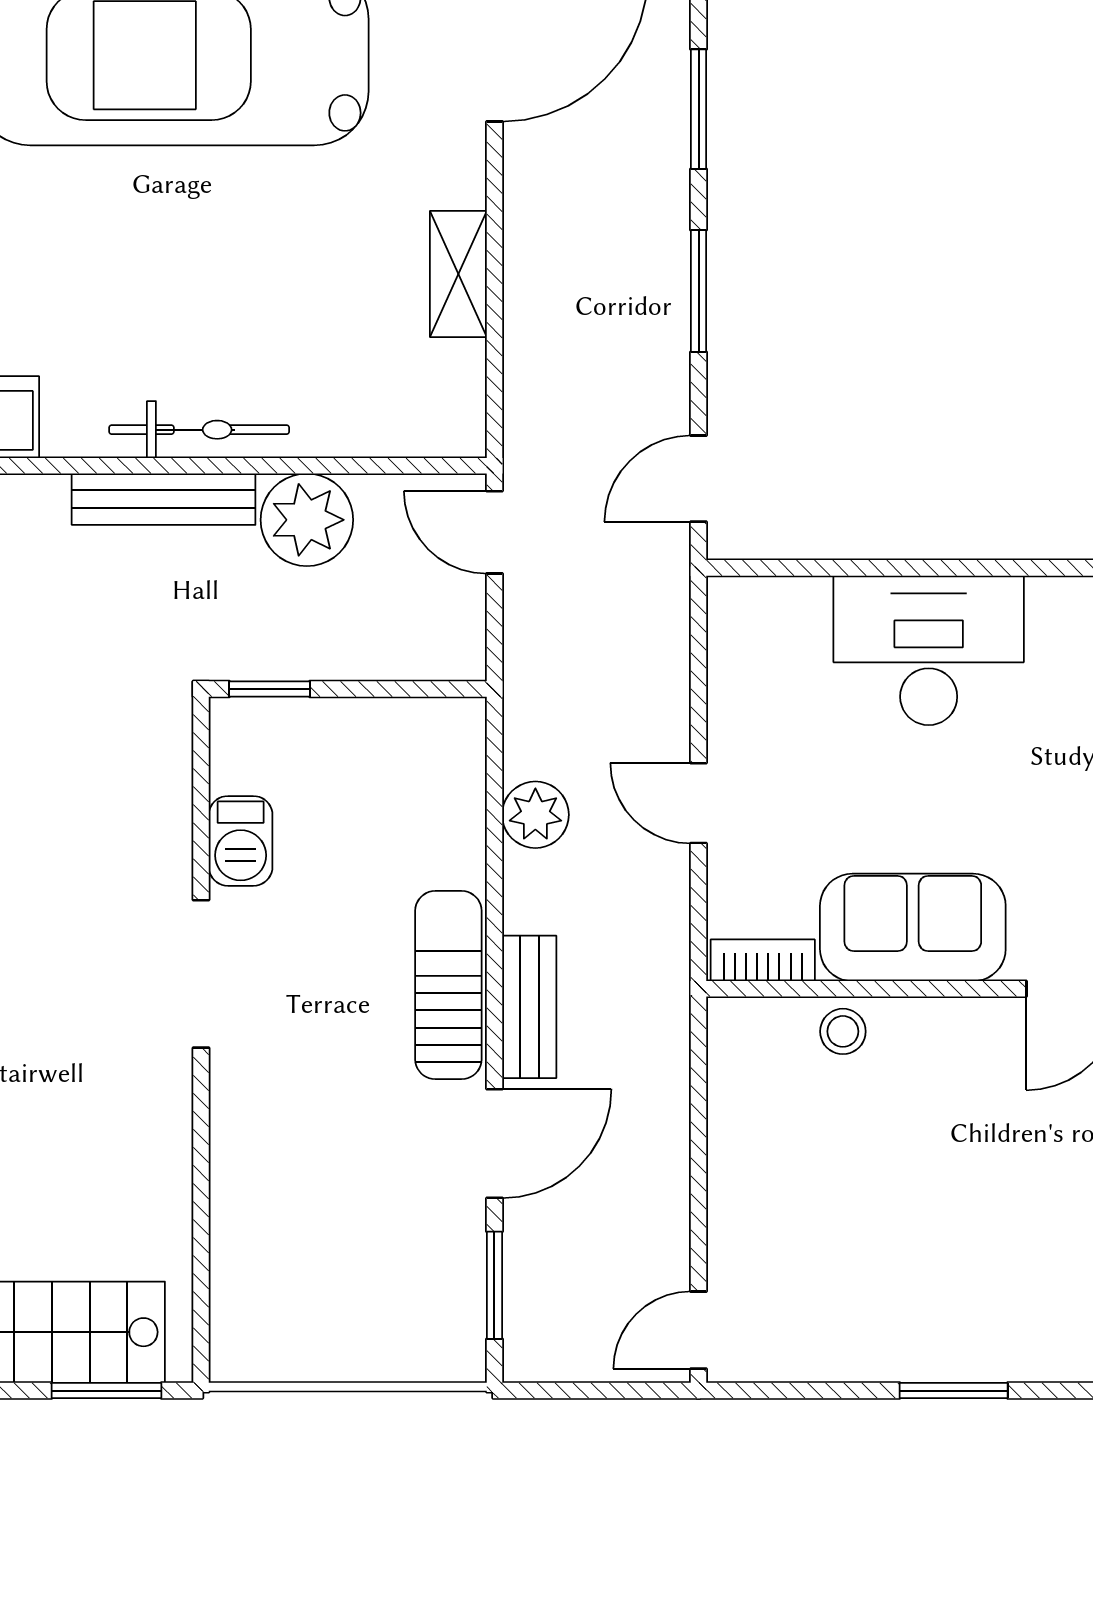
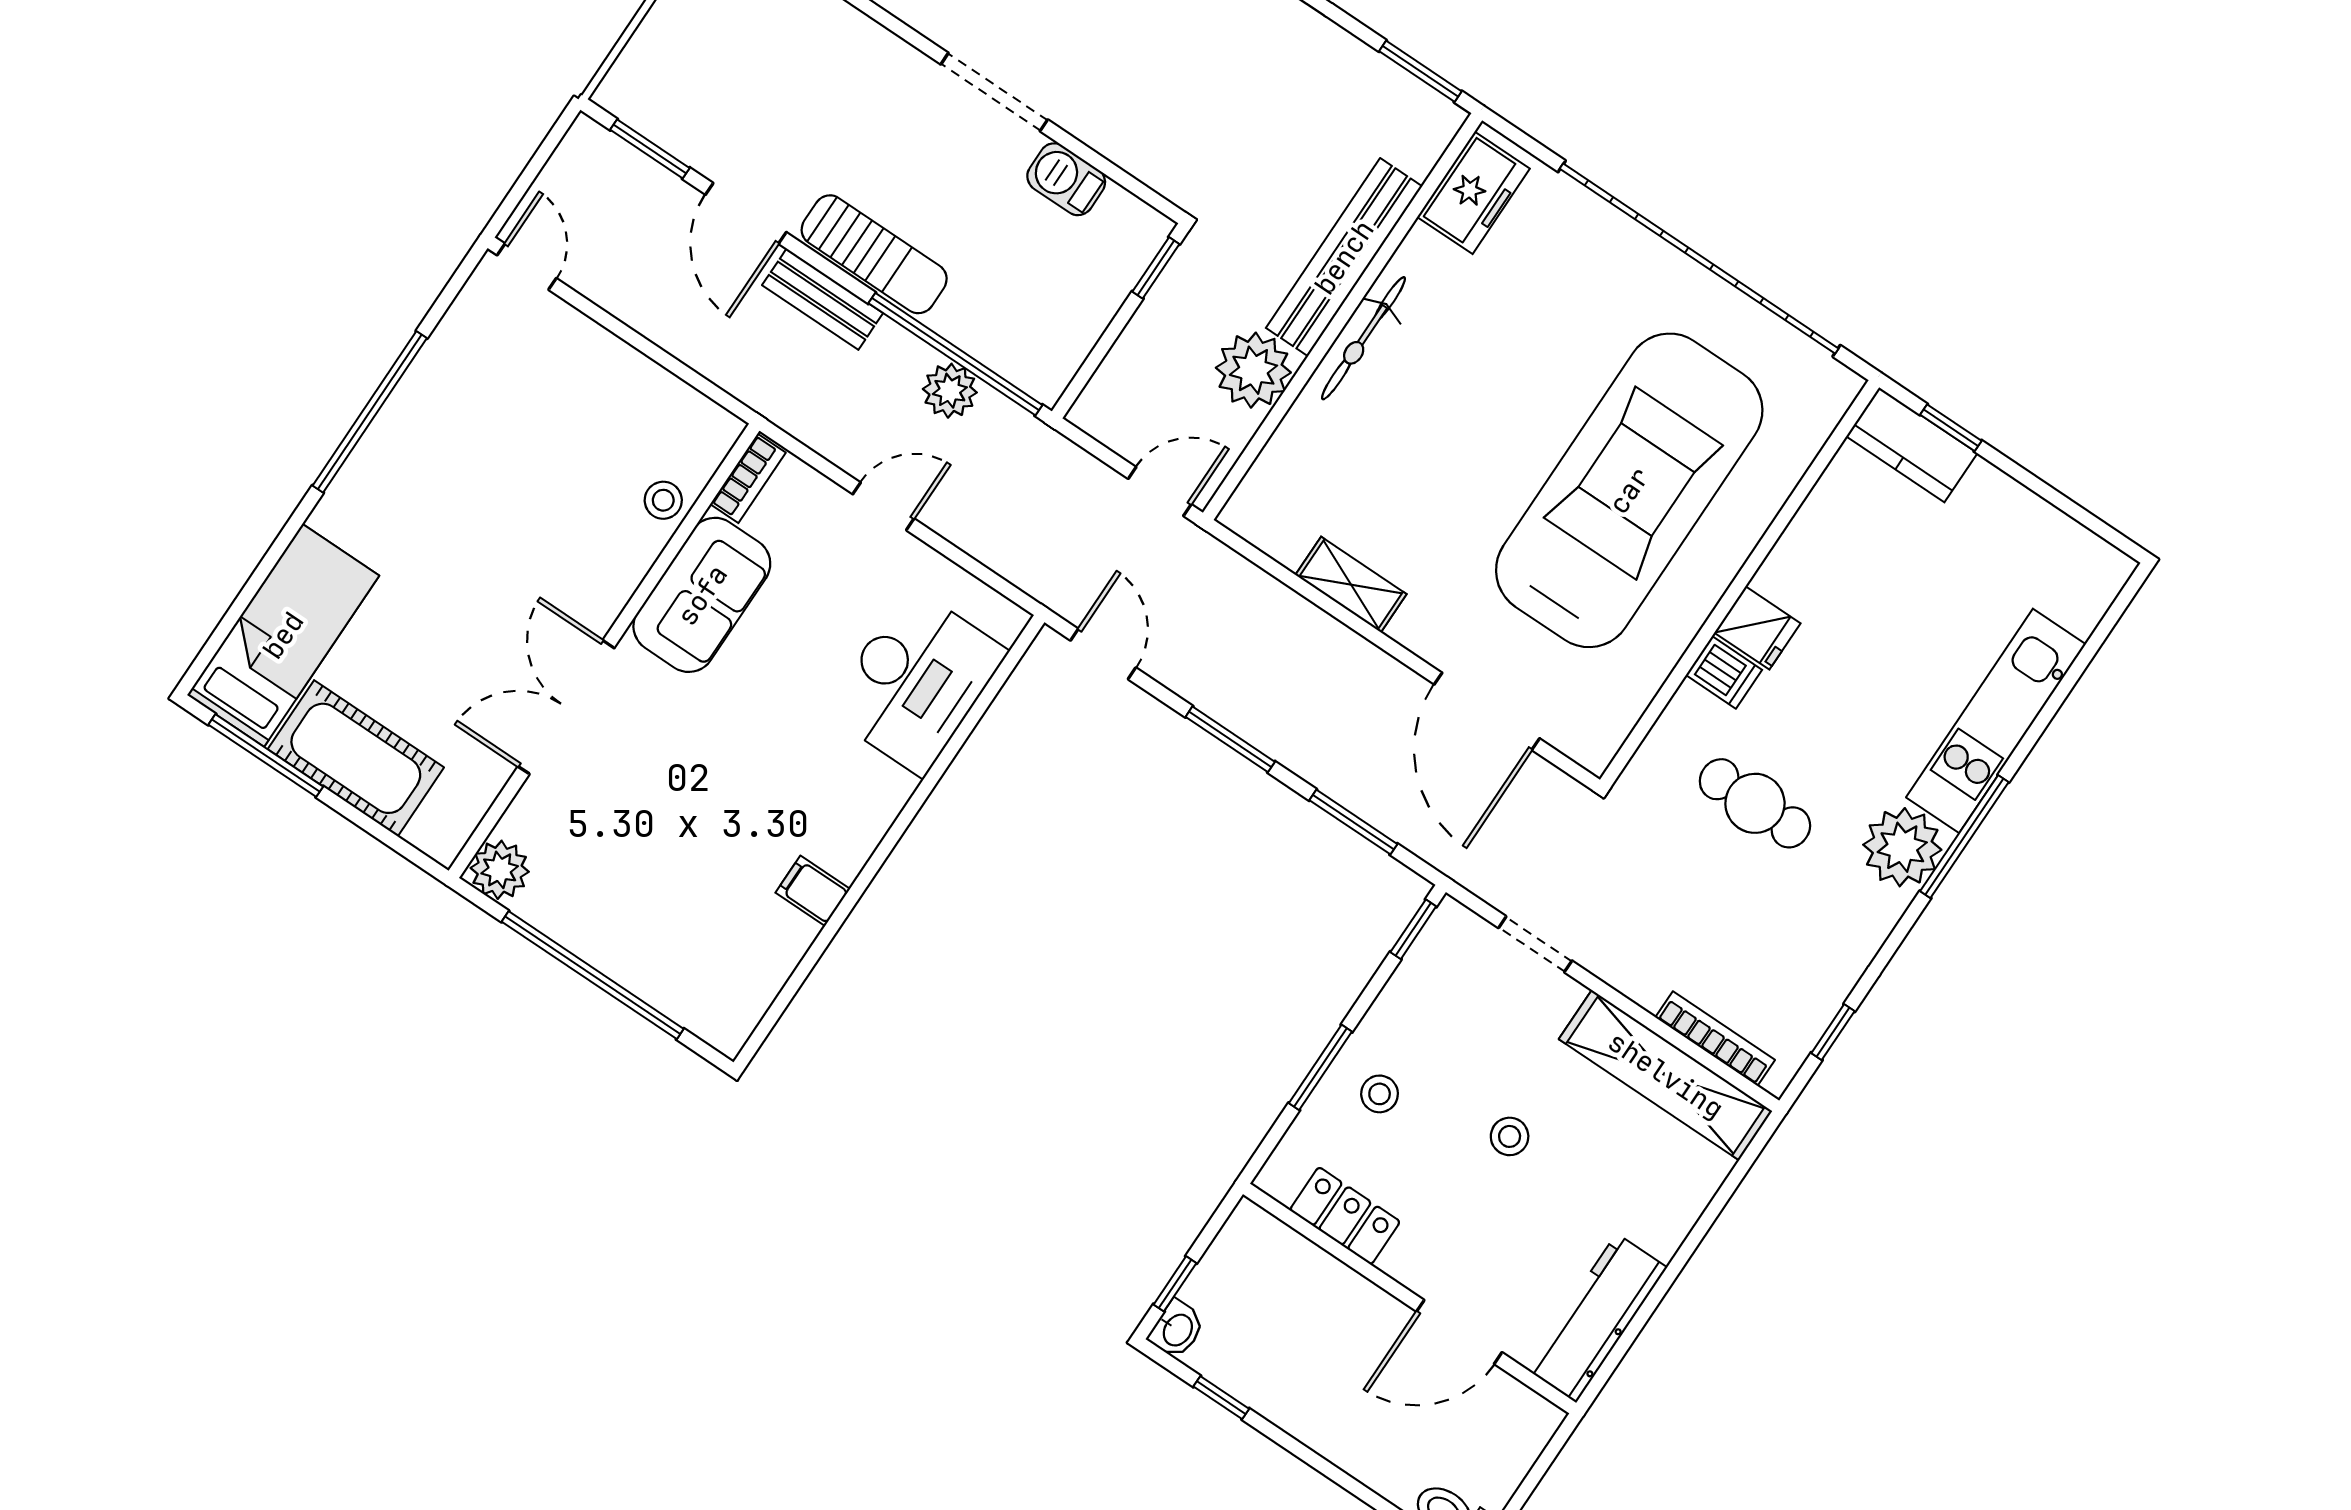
bench: (164, 499) -> (1344, 257), width x1.37, depth x1.21
desk: (929, 650) -> (916, 681), moved
window: (494, 834) -> (955, 354), added
window: (954, 1391) -> (370, 412), width x2.11

